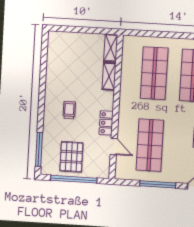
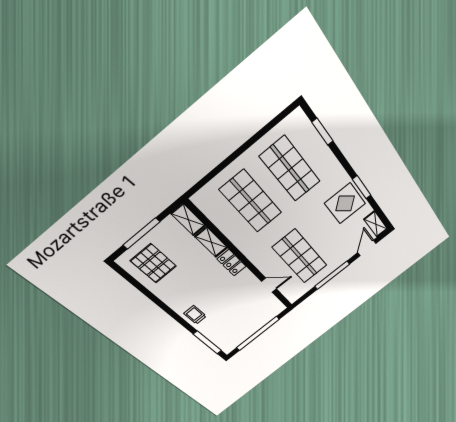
window: (79, 30) -> (141, 233), added
trolley: (69, 110) -> (195, 315), moved
locker: (106, 123) -> (232, 263), moved
pallet: (71, 157) -> (153, 263), moved

